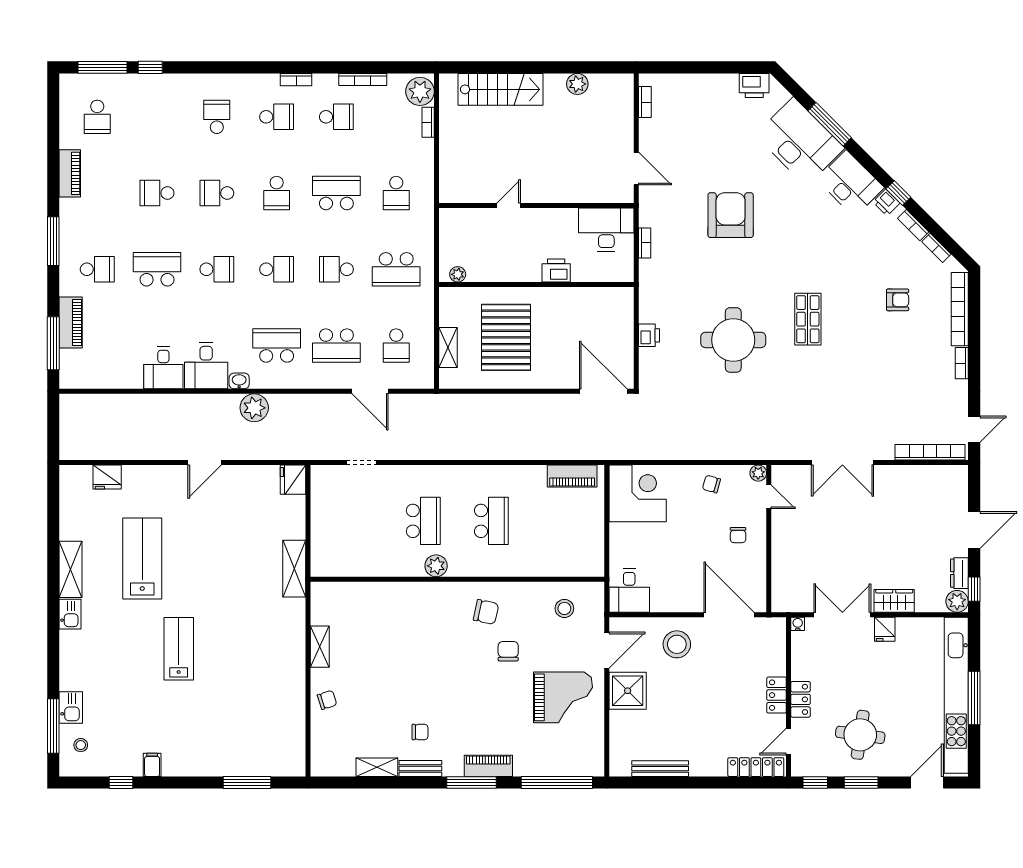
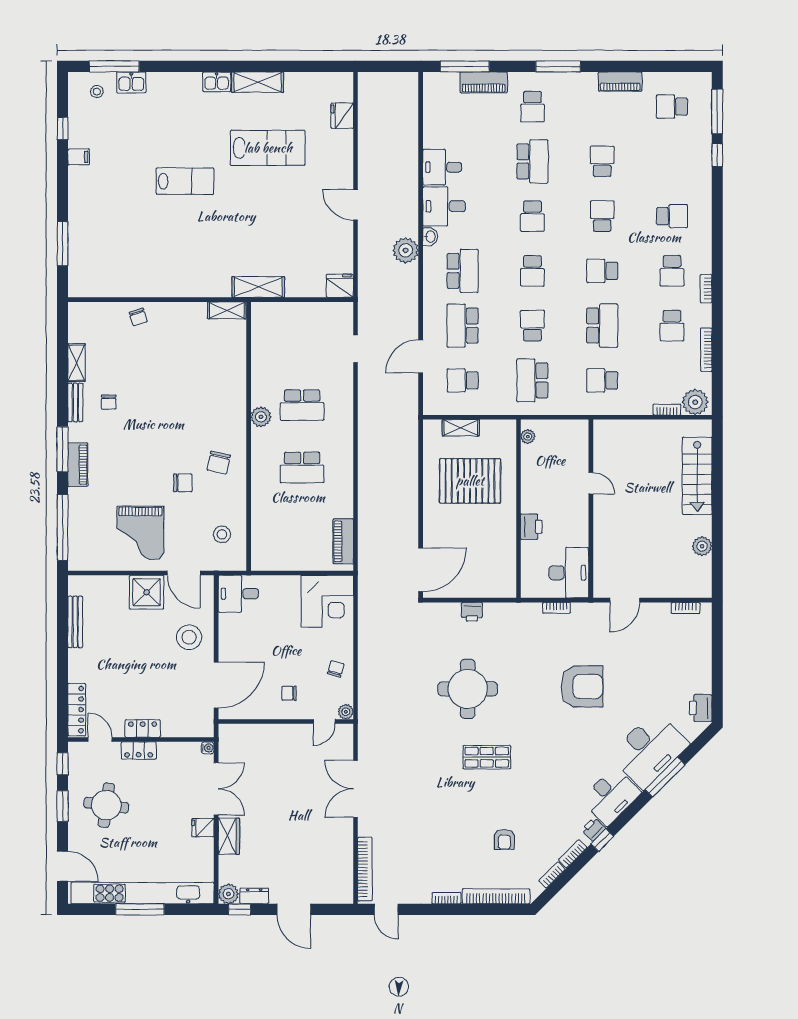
shelving: (320, 647) -> (227, 310), moved

